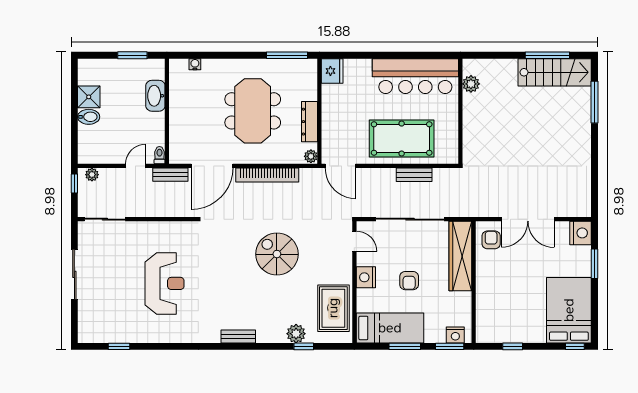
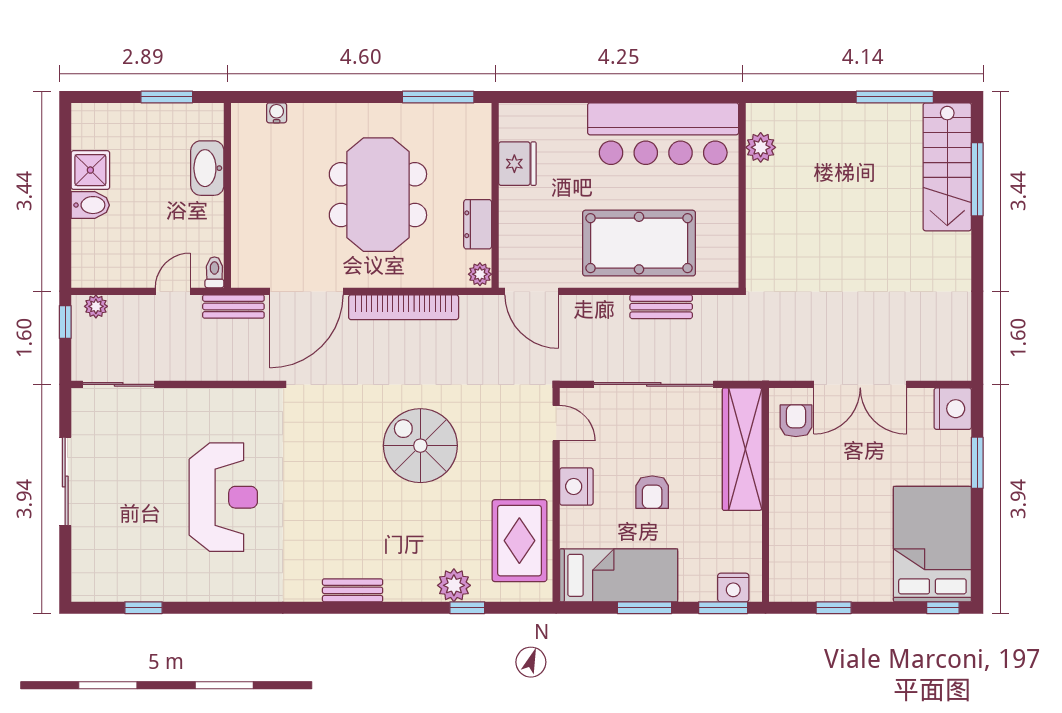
fridge: (332, 71) -> (517, 164), moved
stairs: (555, 72) -> (947, 167), moved, turned 90
dresser: (310, 122) -> (478, 224), width x0.70

